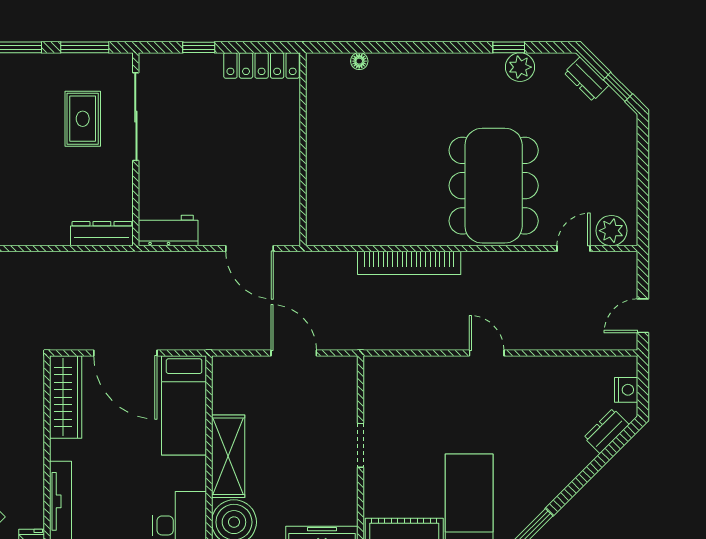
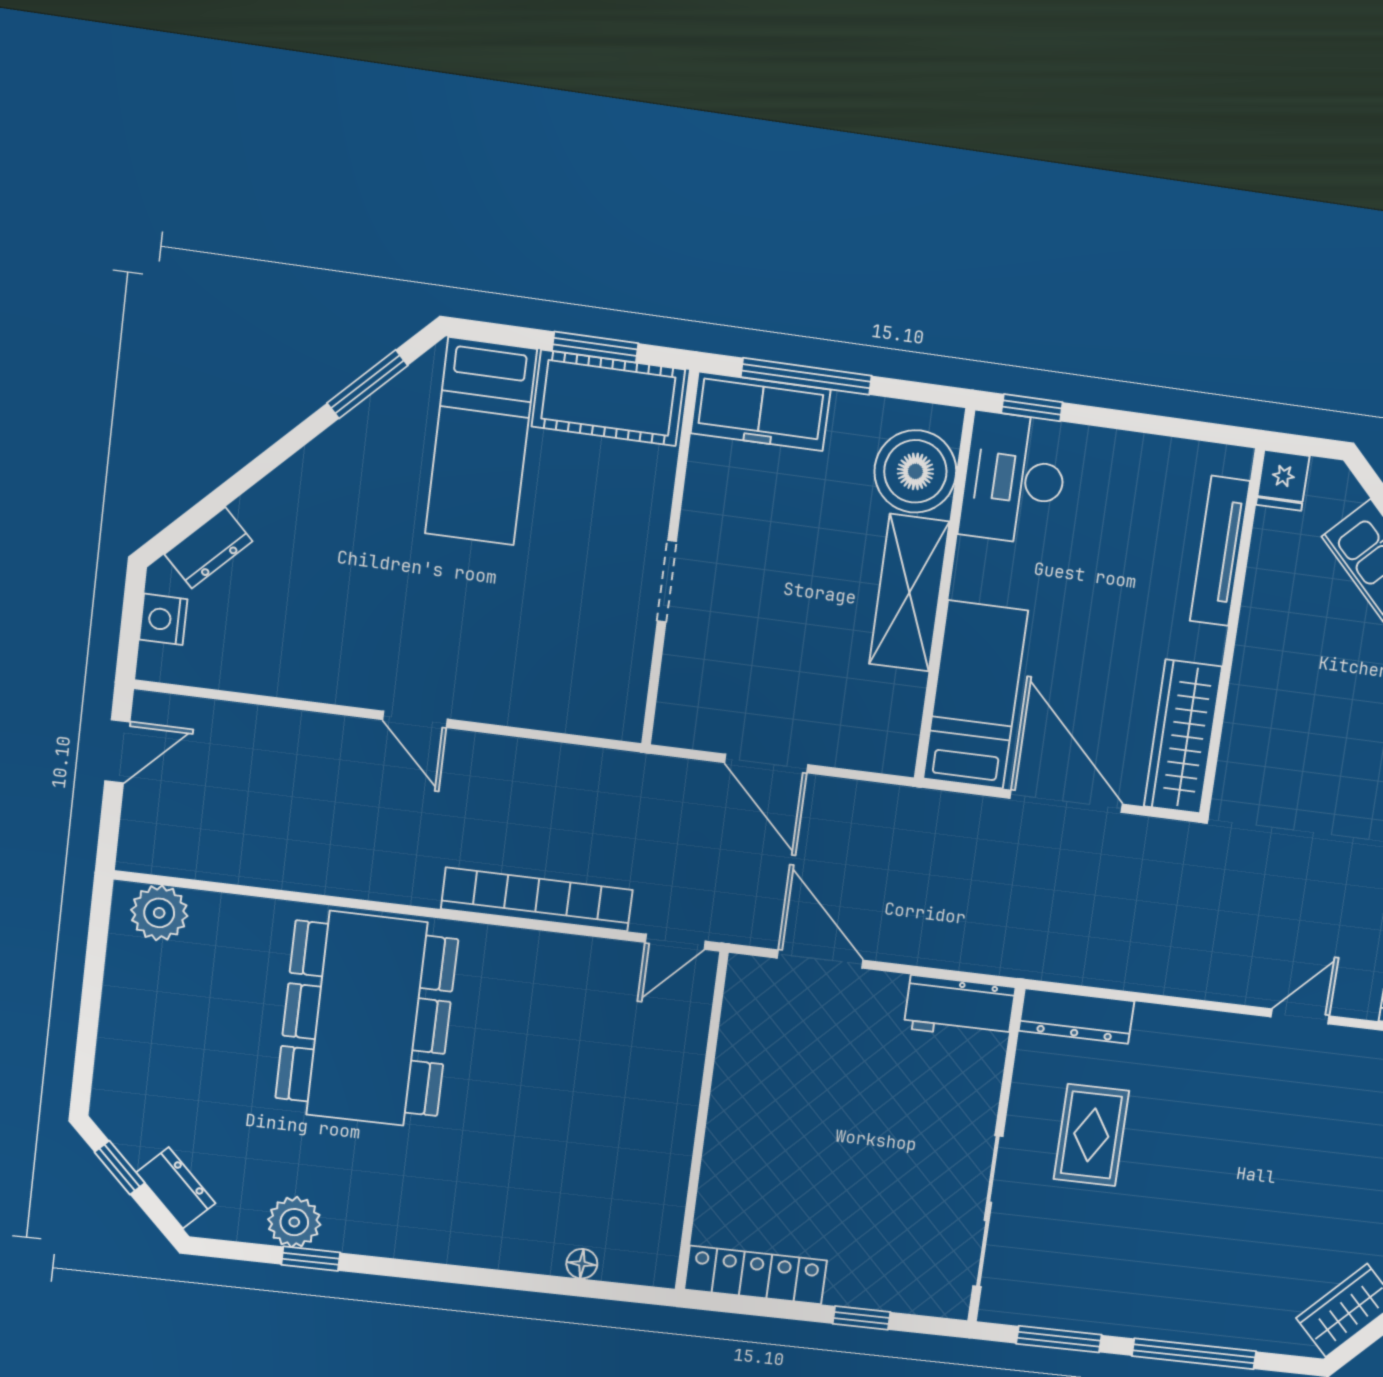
rug: (83, 119) -> (1091, 1135), moved
door: (574, 249) -> (675, 942), moved

